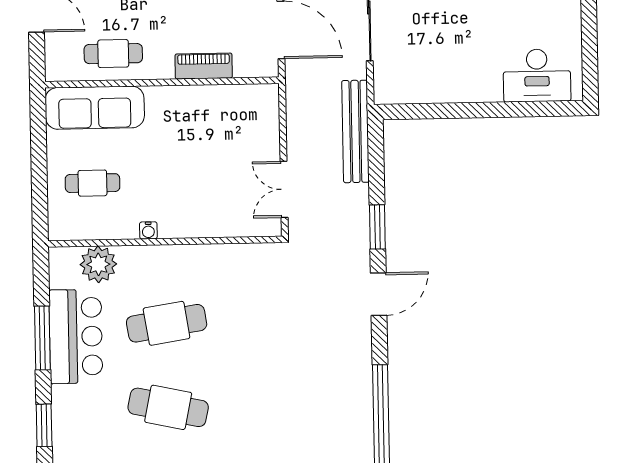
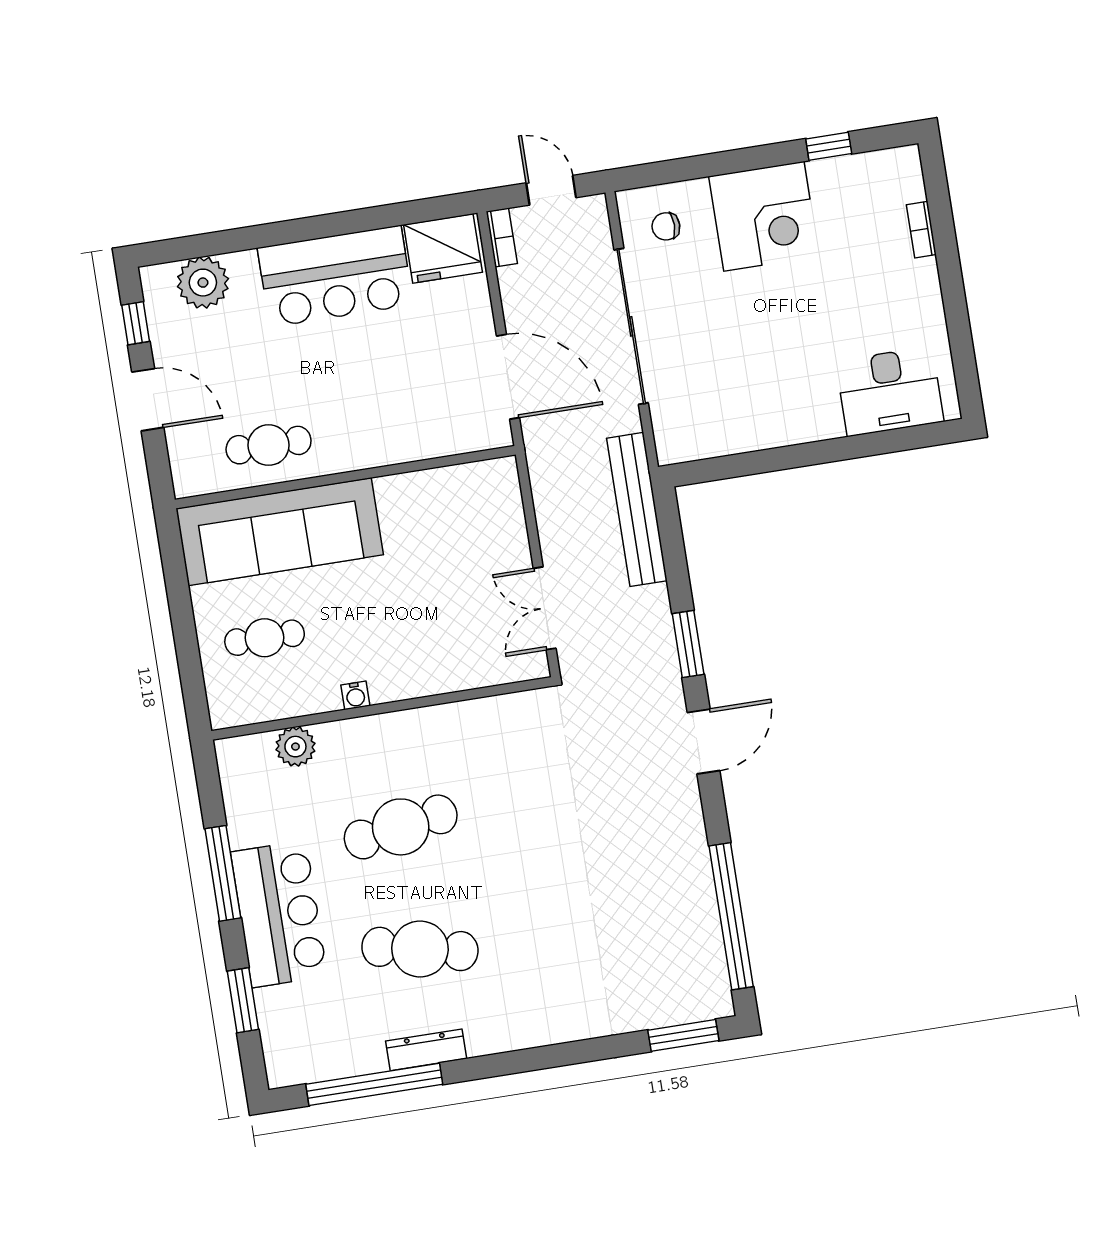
piano: (204, 66) -> (403, 445), removed
sofa: (95, 108) -> (280, 532), width x1.36, depth x1.27
plant: (98, 264) -> (295, 747), width x0.73, depth x0.73
bar counter: (76, 336) -> (279, 914), moved

